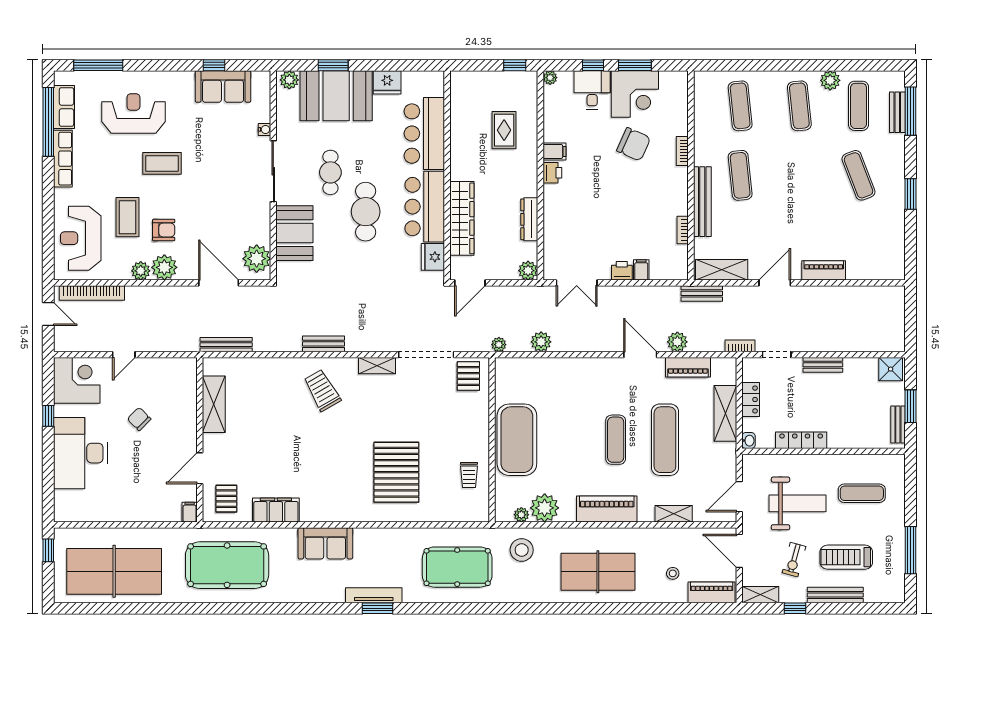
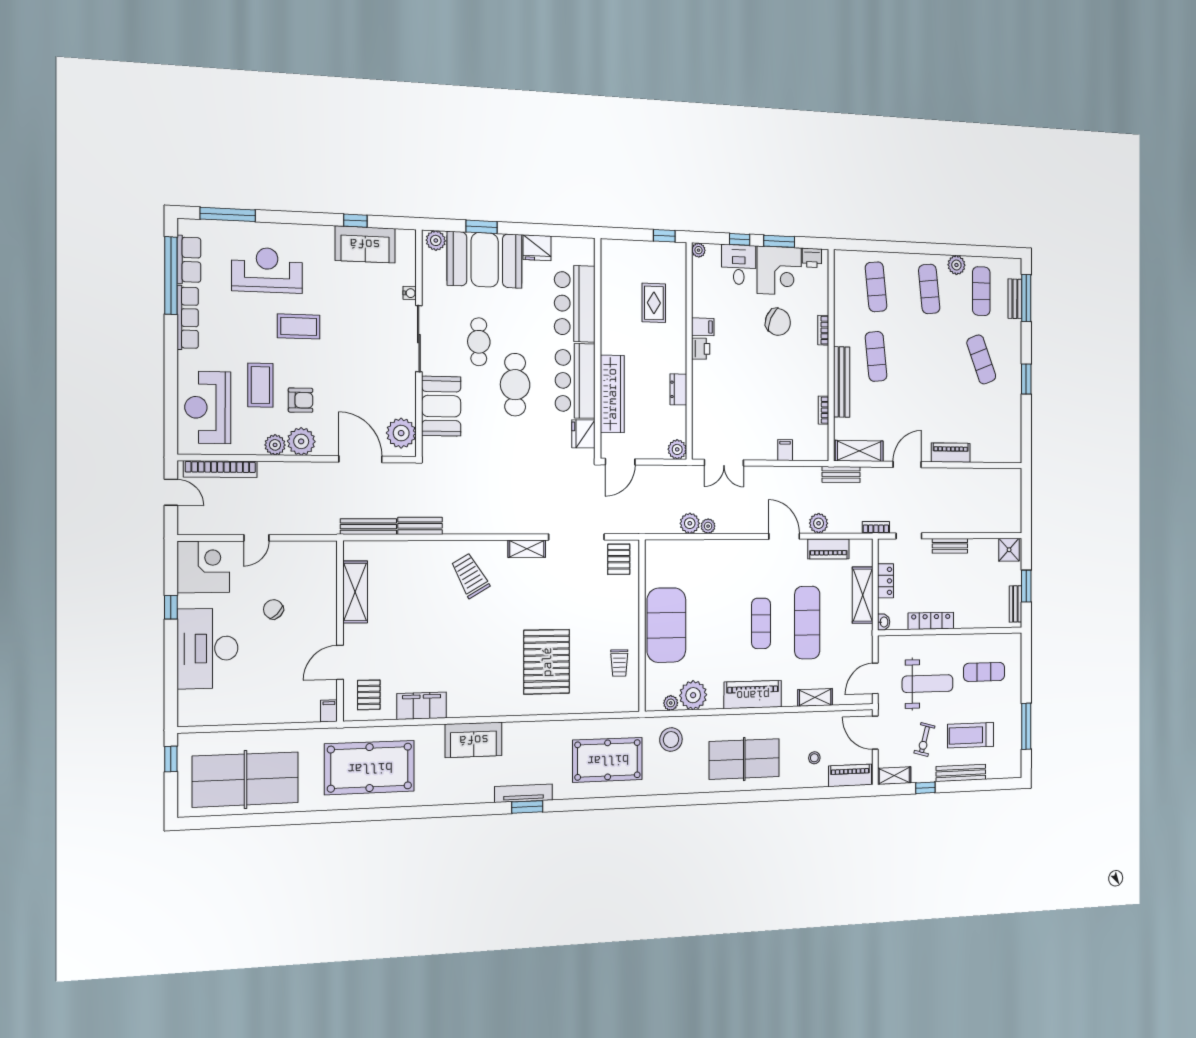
dresser: (529, 219) -> (678, 389), width x0.70
printer: (622, 271) -> (812, 258), moved, turned 180
bench: (323, 344) -> (420, 526), moved
plant: (499, 345) -> (708, 526), moved

